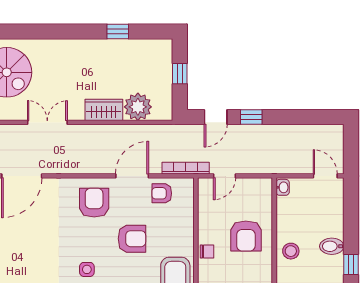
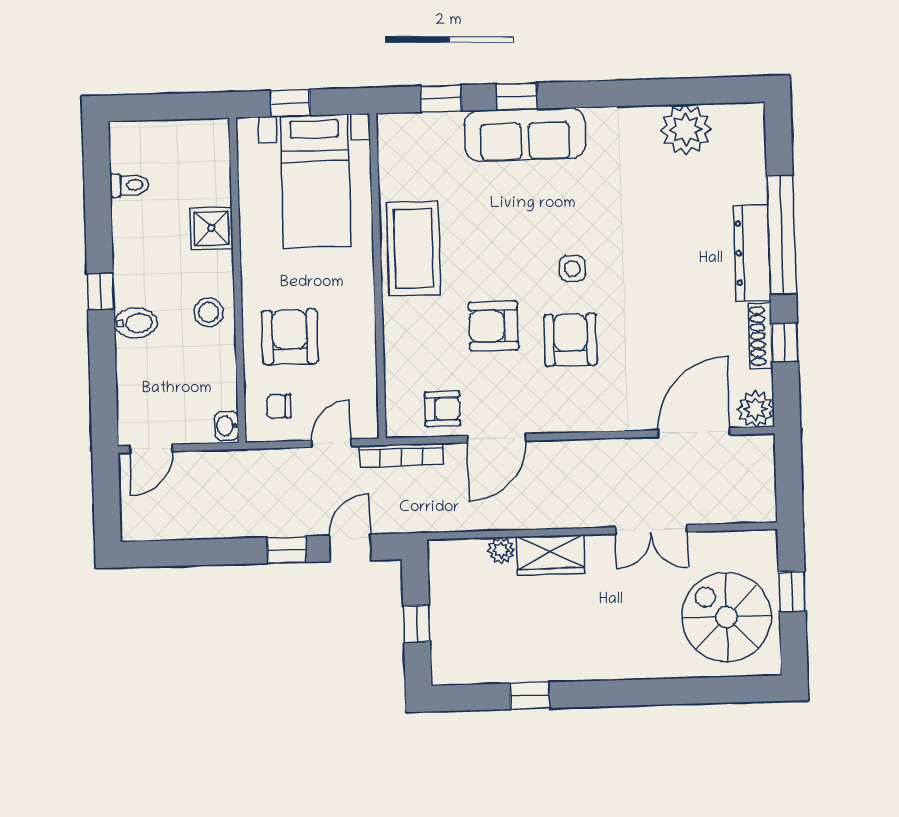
plant: (138, 107) -> (501, 550), width x0.53, depth x0.53
door: (325, 176) -> (151, 449), hinge flipped
armchair: (94, 203) -> (571, 340), moved, turned 180
chair: (207, 252) -> (279, 406), moved

